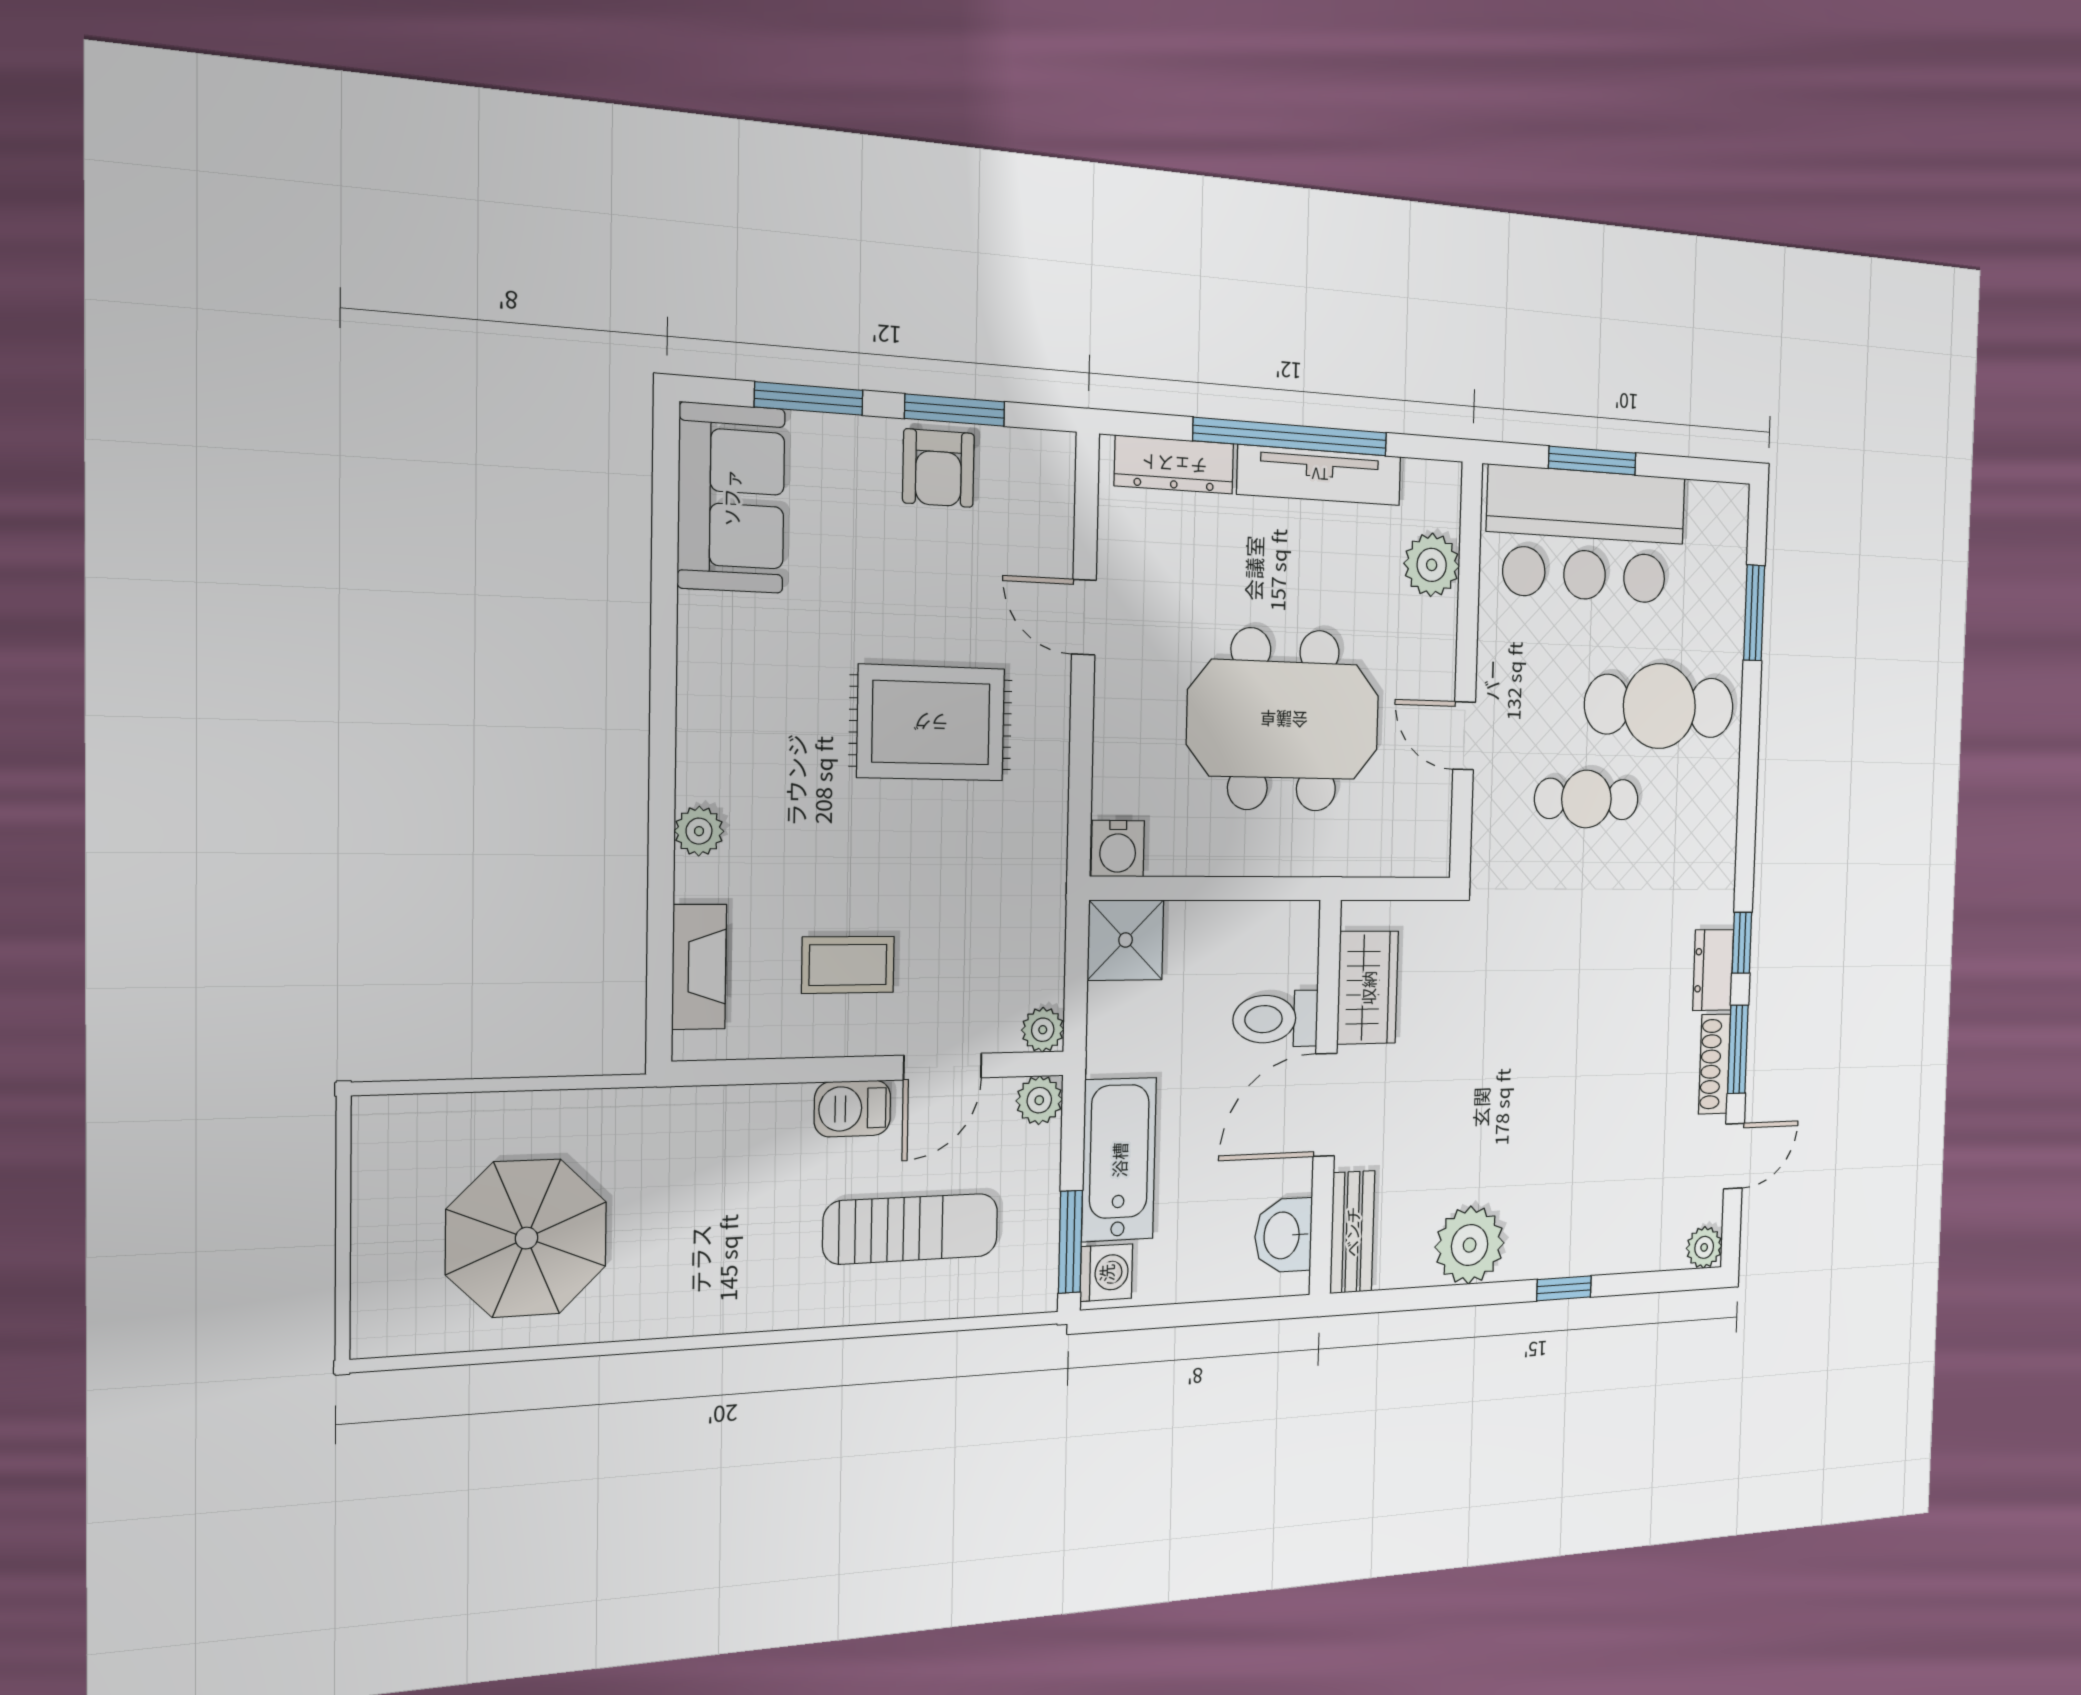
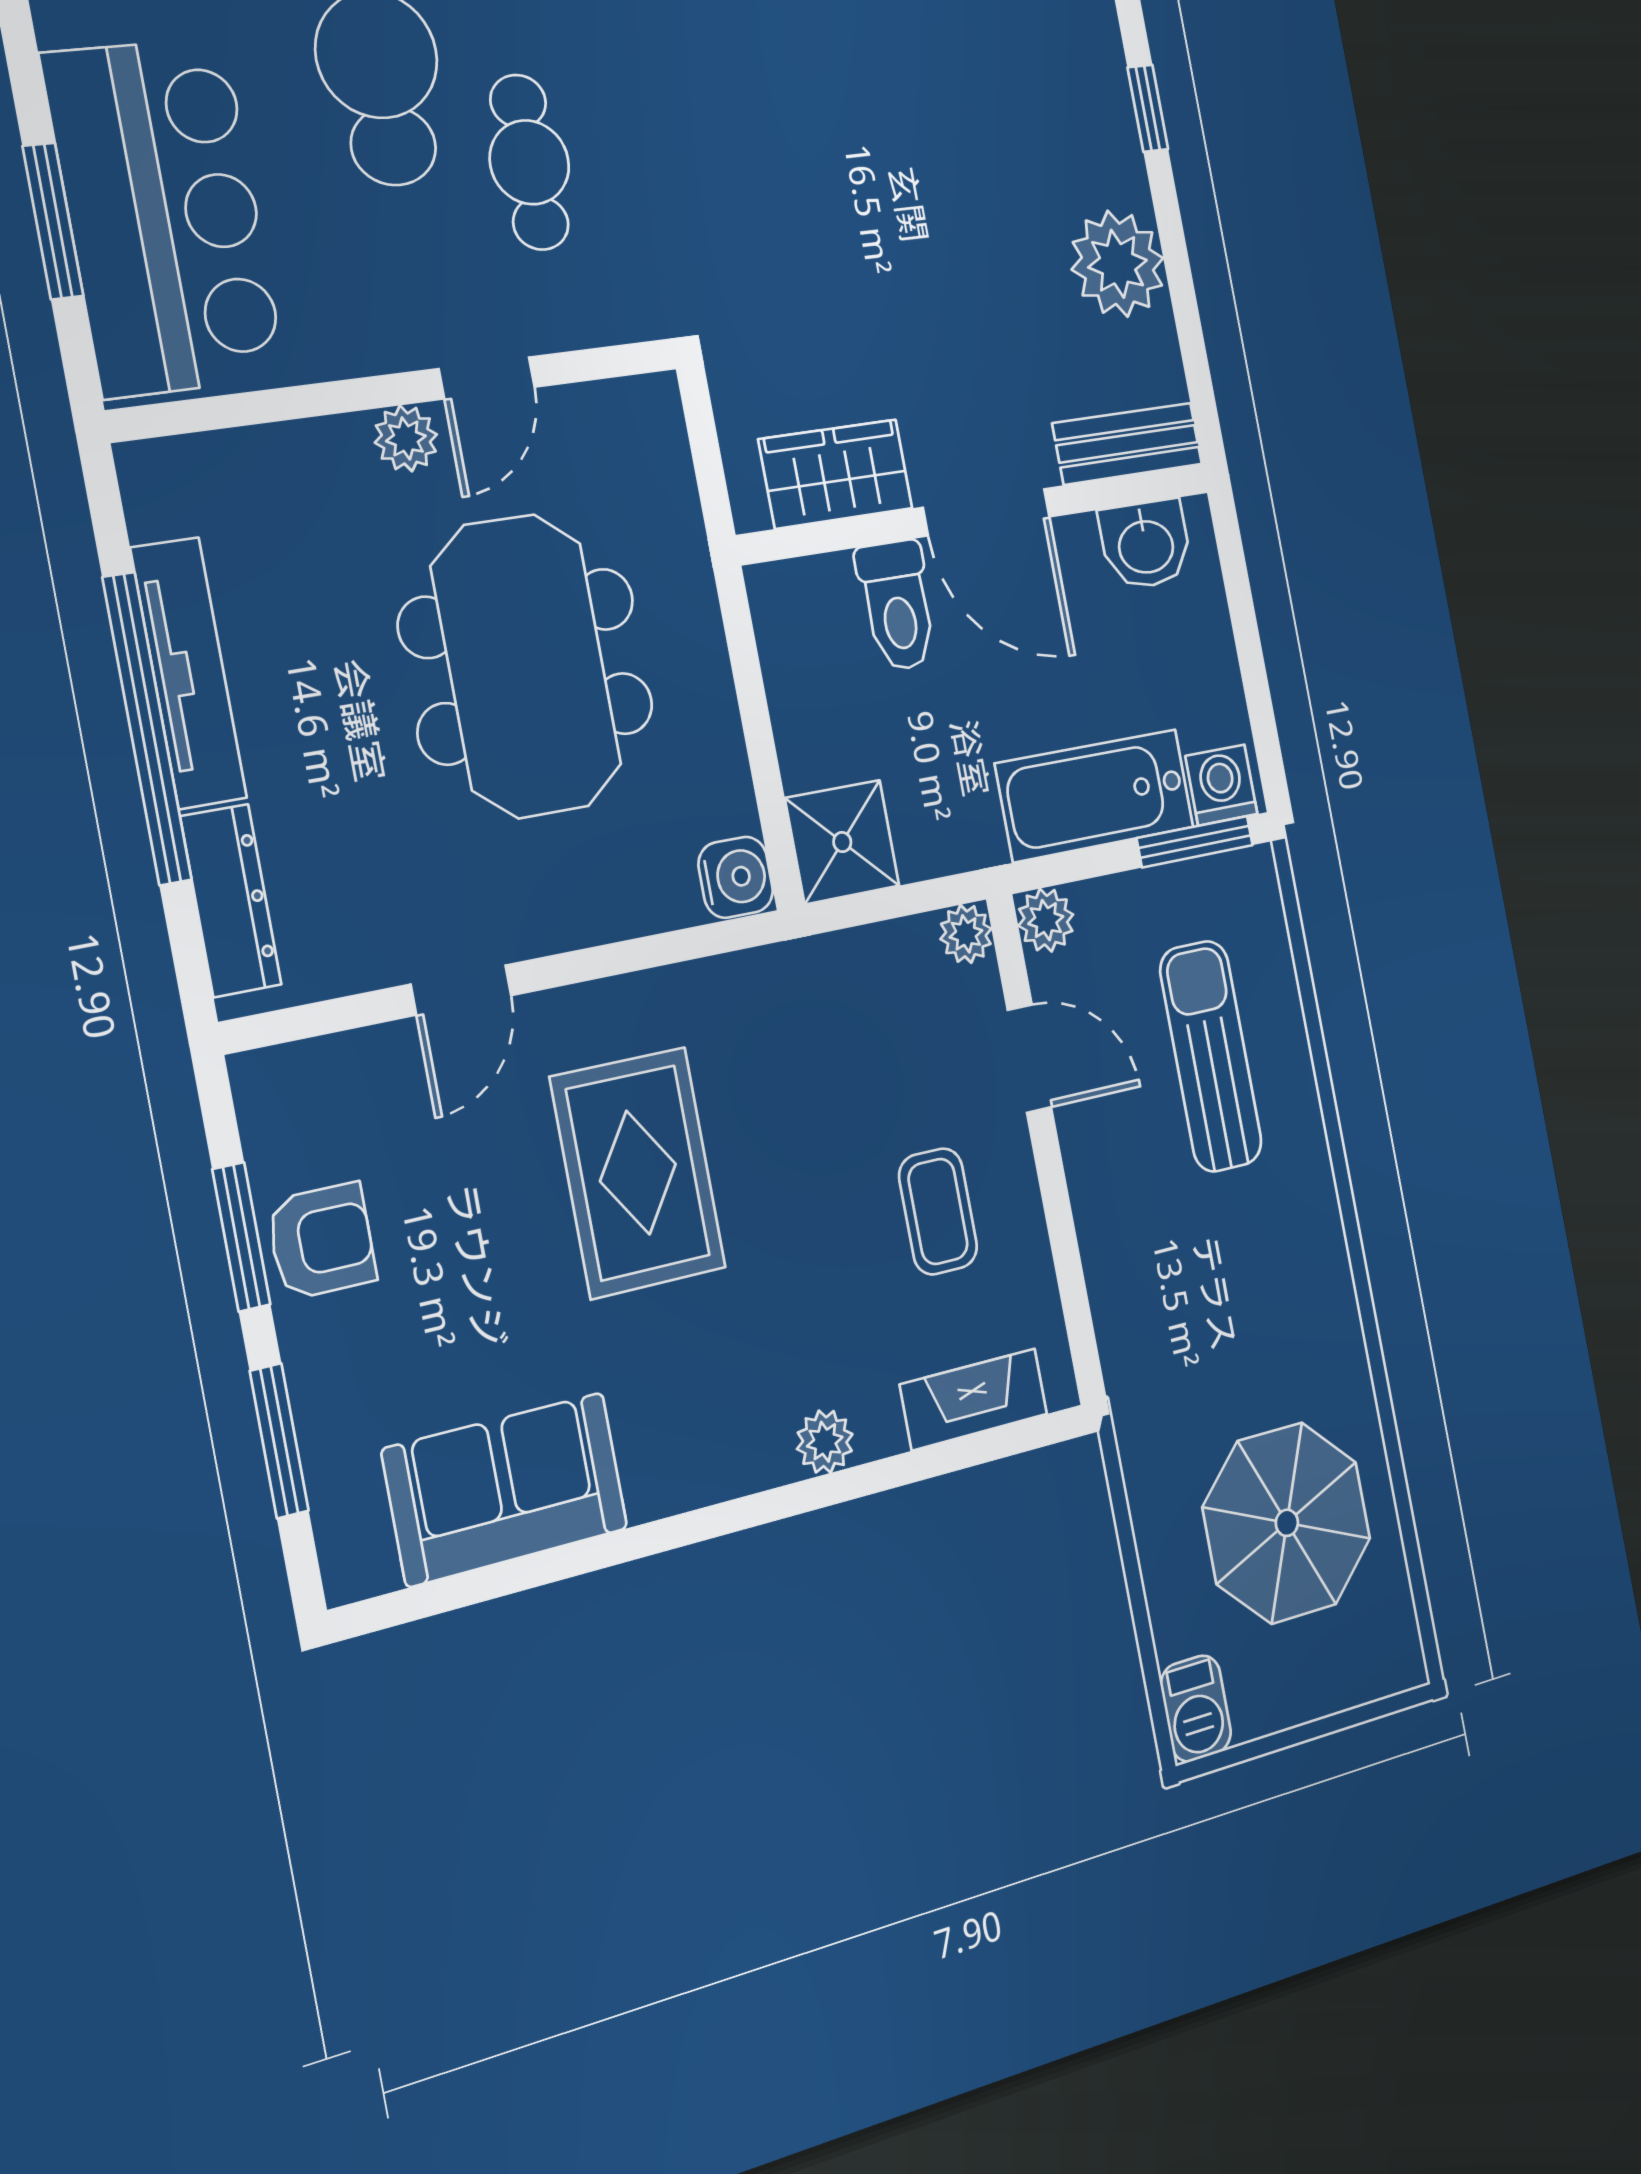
sofa: (731, 498) -> (505, 1489), moved
plant: (1432, 565) -> (406, 438), moved, width x0.73, depth x0.73
barbecue: (852, 1109) -> (1196, 1709), moved

